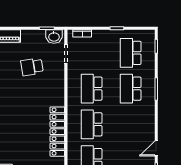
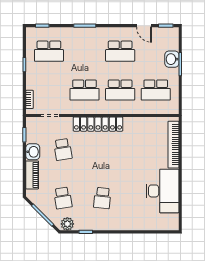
washbasin: (54, 37) -> (33, 152), moved
school desk: (131, 89) -> (120, 51), moved
locker: (57, 132) -> (98, 124), moved

